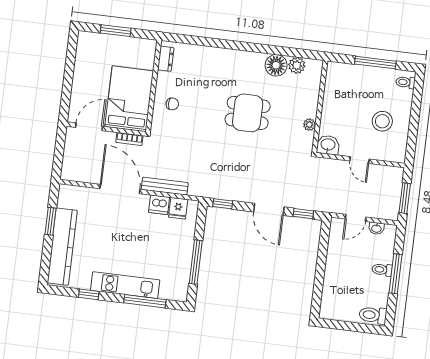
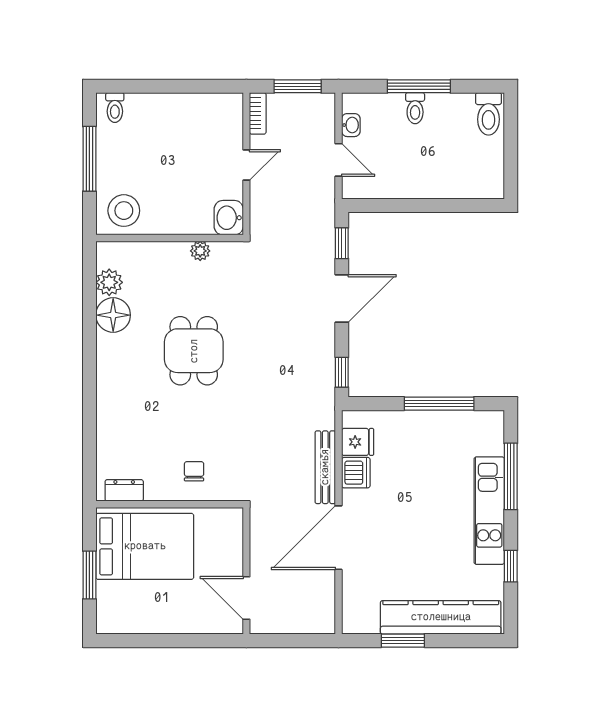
bed: (129, 99) -> (145, 546), moved, turned 180
stool: (382, 121) -> (124, 211), moved
bookcase: (129, 139) -> (258, 113), moved

